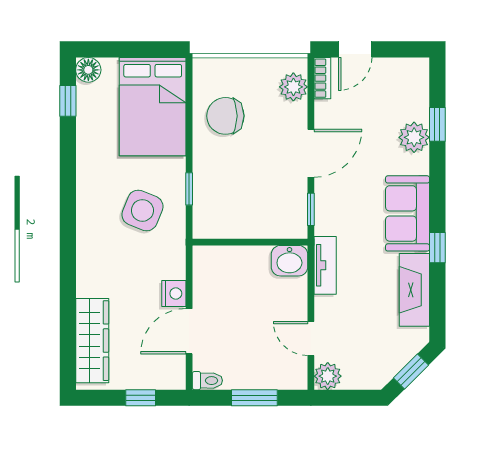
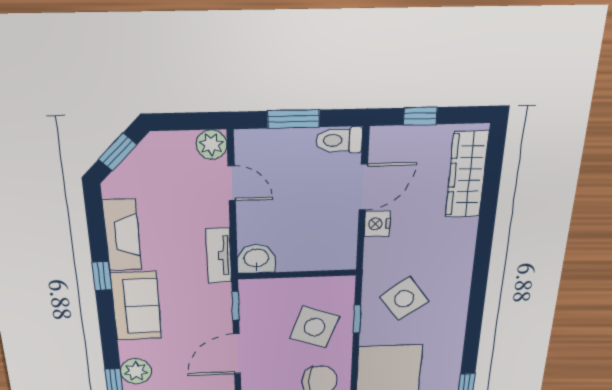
side table: (232, 181) -> (314, 327), added
side table: (142, 210) -> (404, 299), turned 32
toilet: (207, 381) -> (339, 140), width x1.37, depth x1.39

